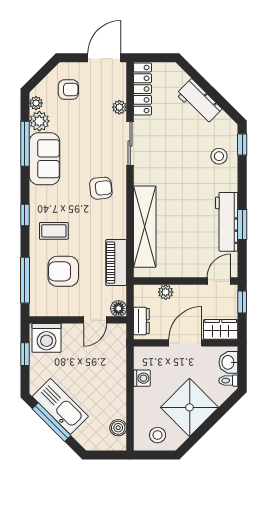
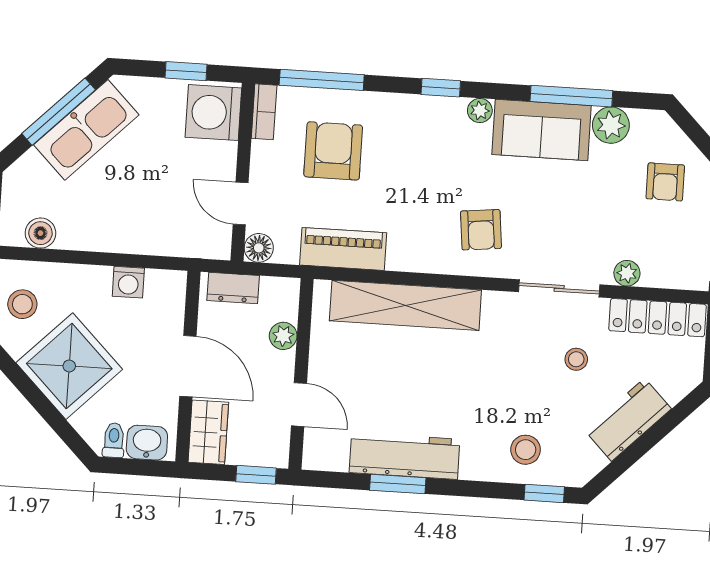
plant: (36, 103) -> (480, 111), moved
stool: (168, 132) -> (576, 359), added
coffee table: (54, 231) -> (408, 139), removed
door: (219, 281) -> (299, 405), moved
bookcase: (44, 310) -> (264, 112), added

